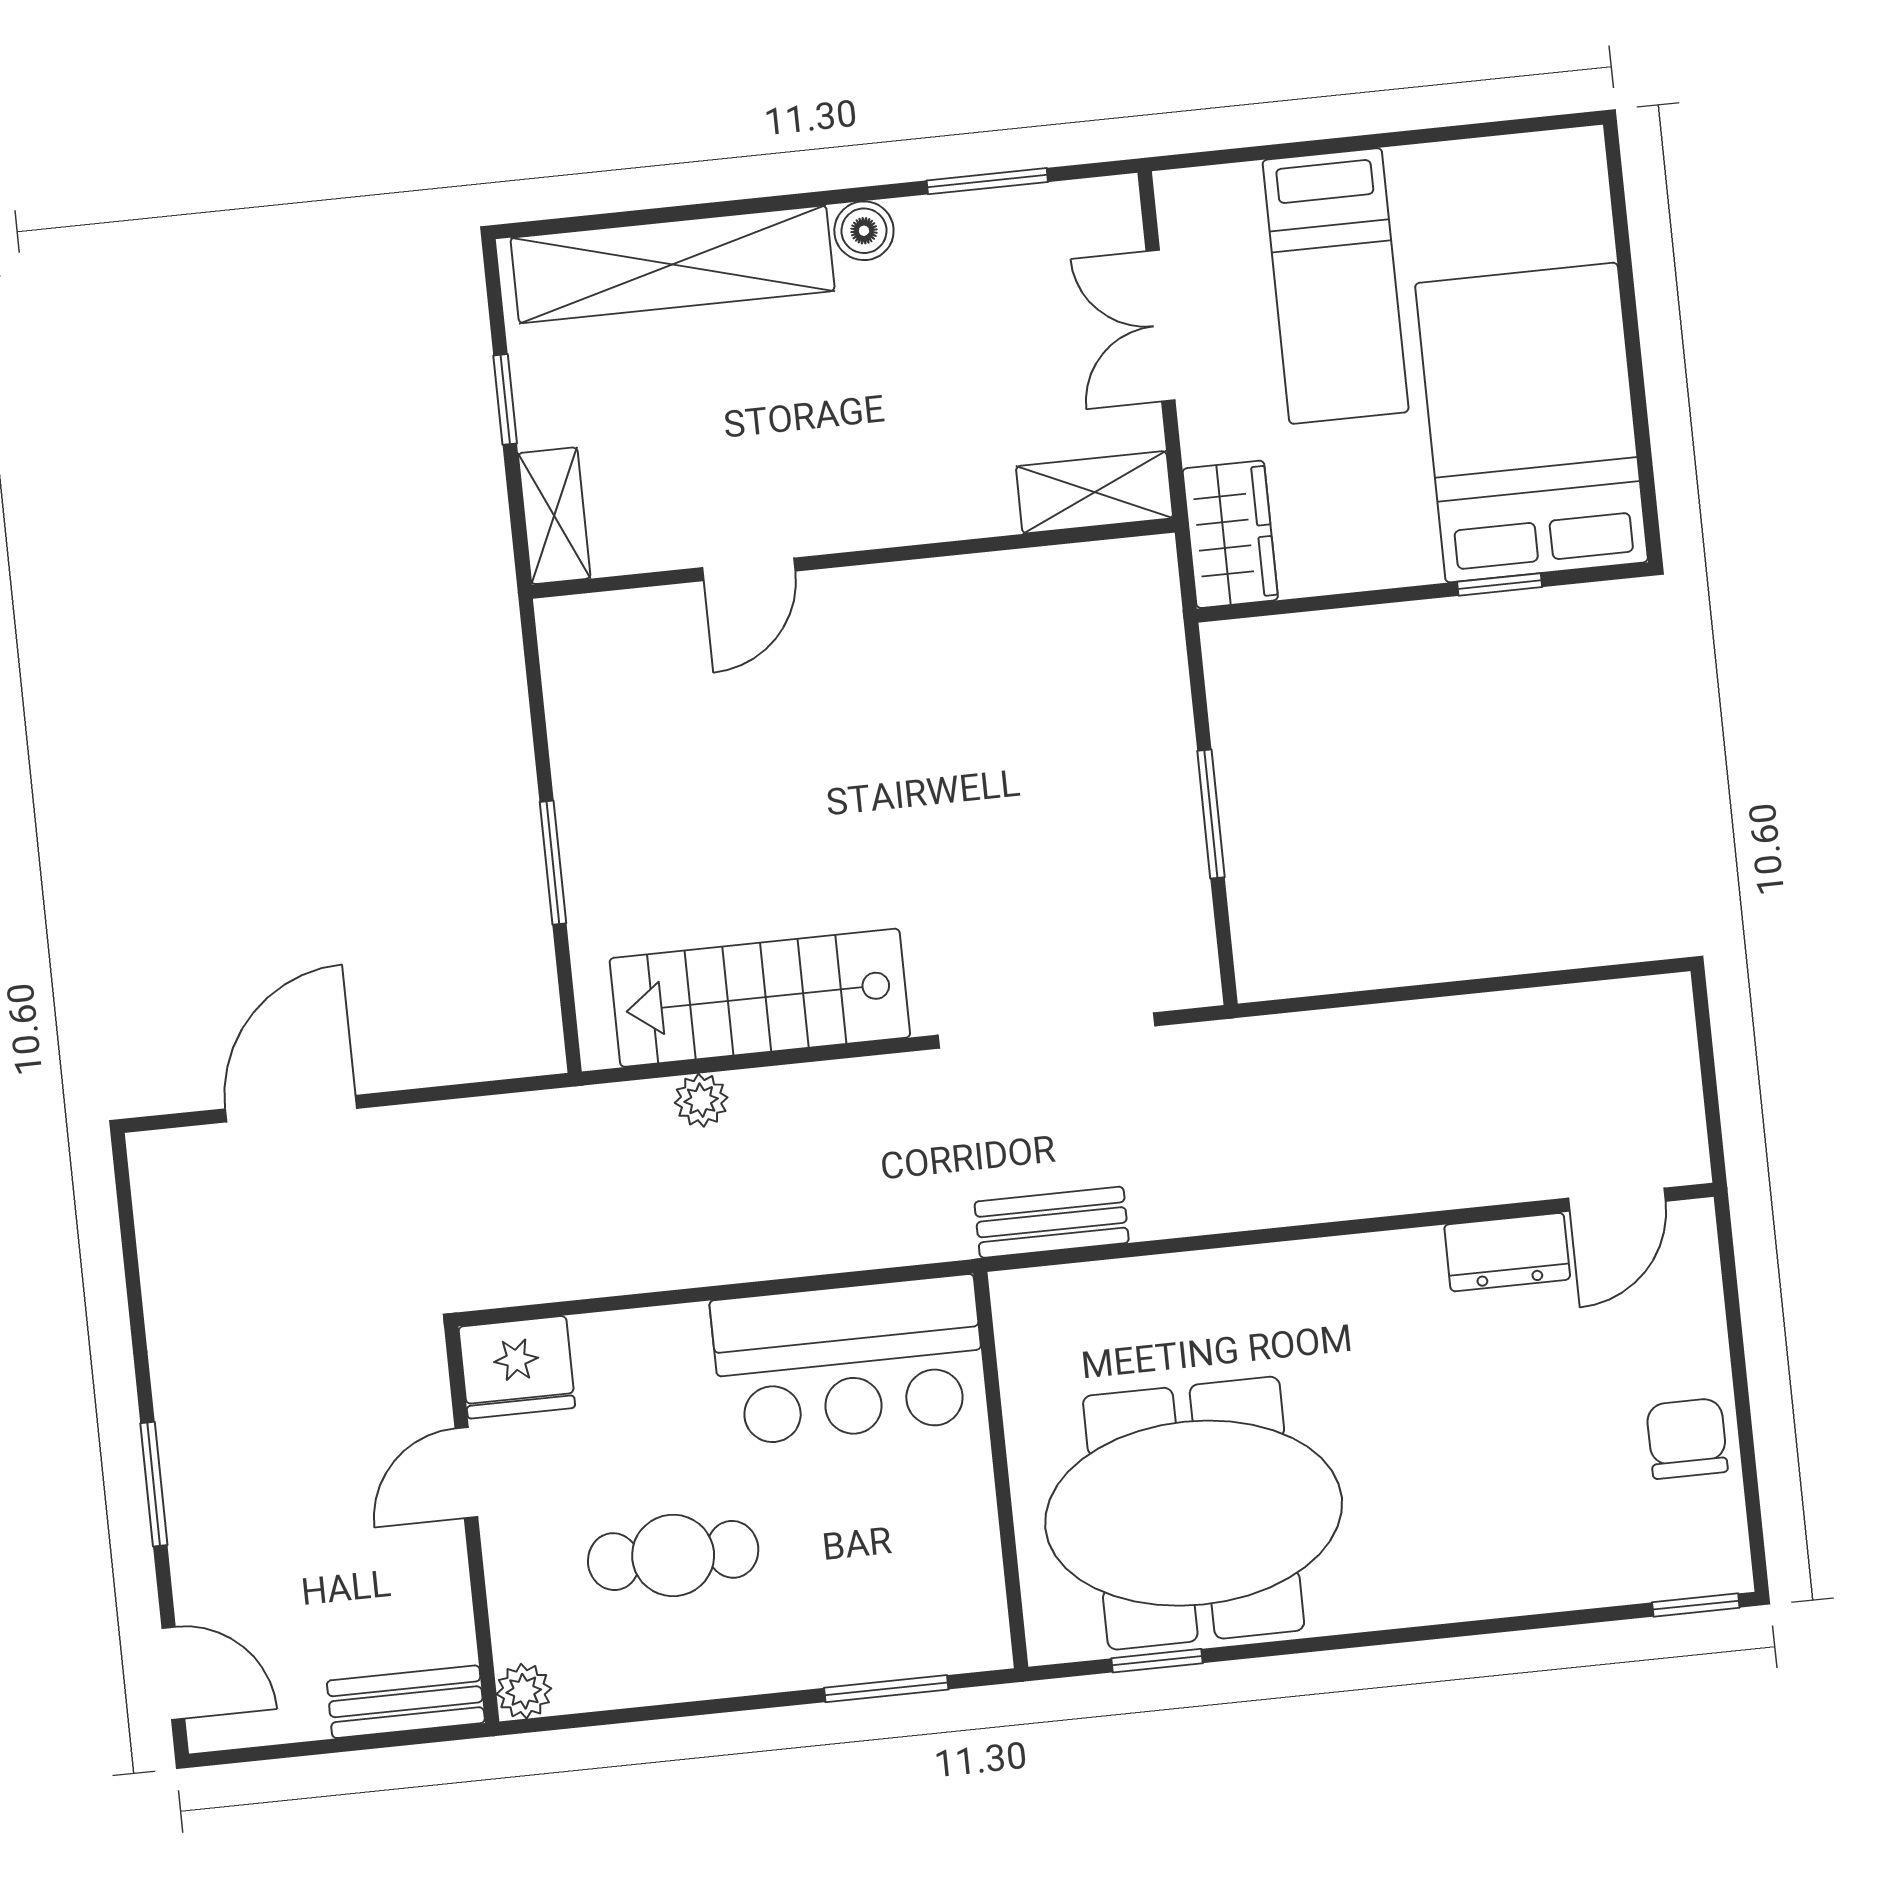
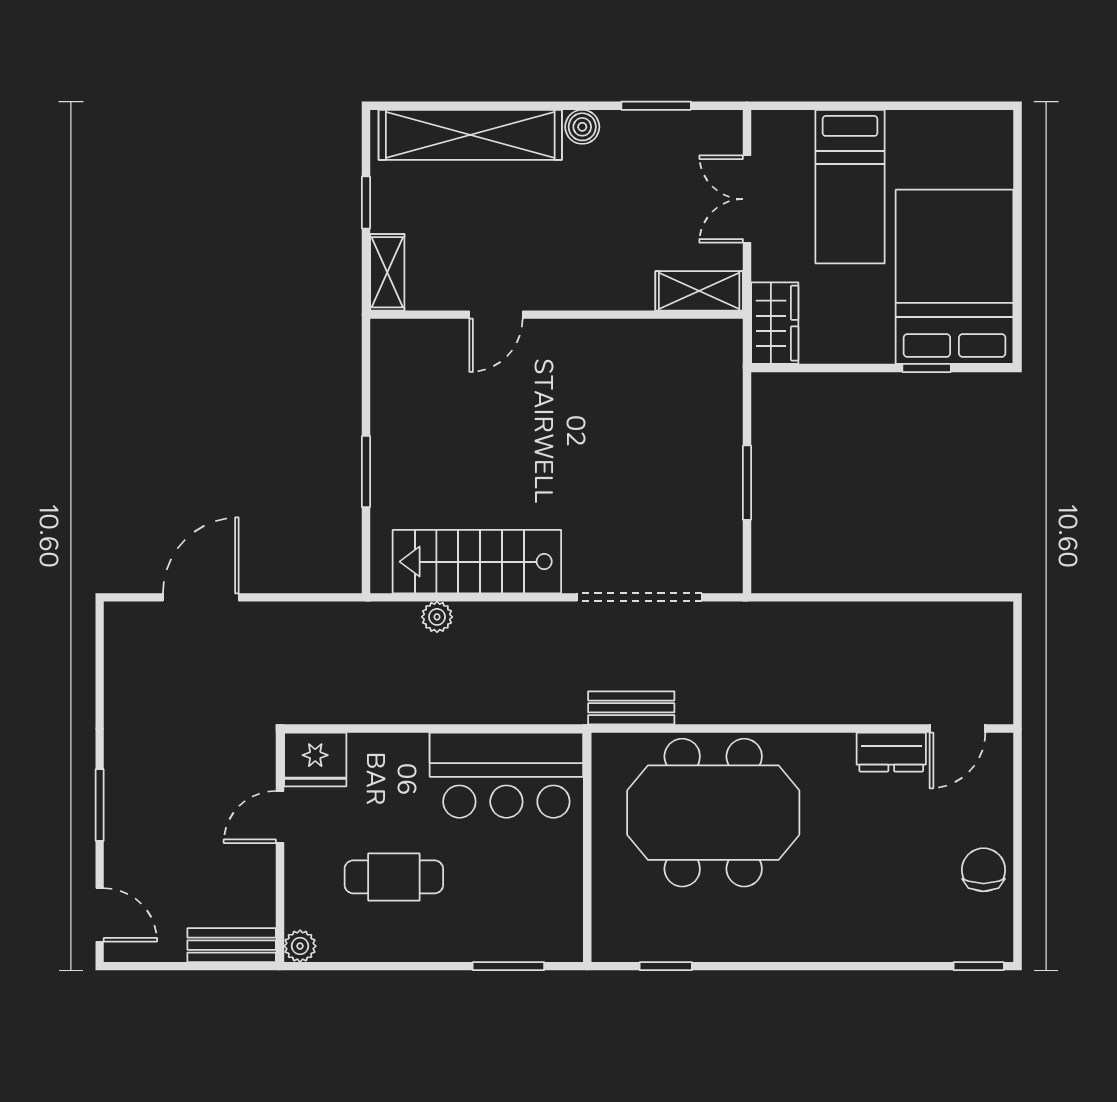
meeting table: (1194, 1513) -> (713, 813), moved

